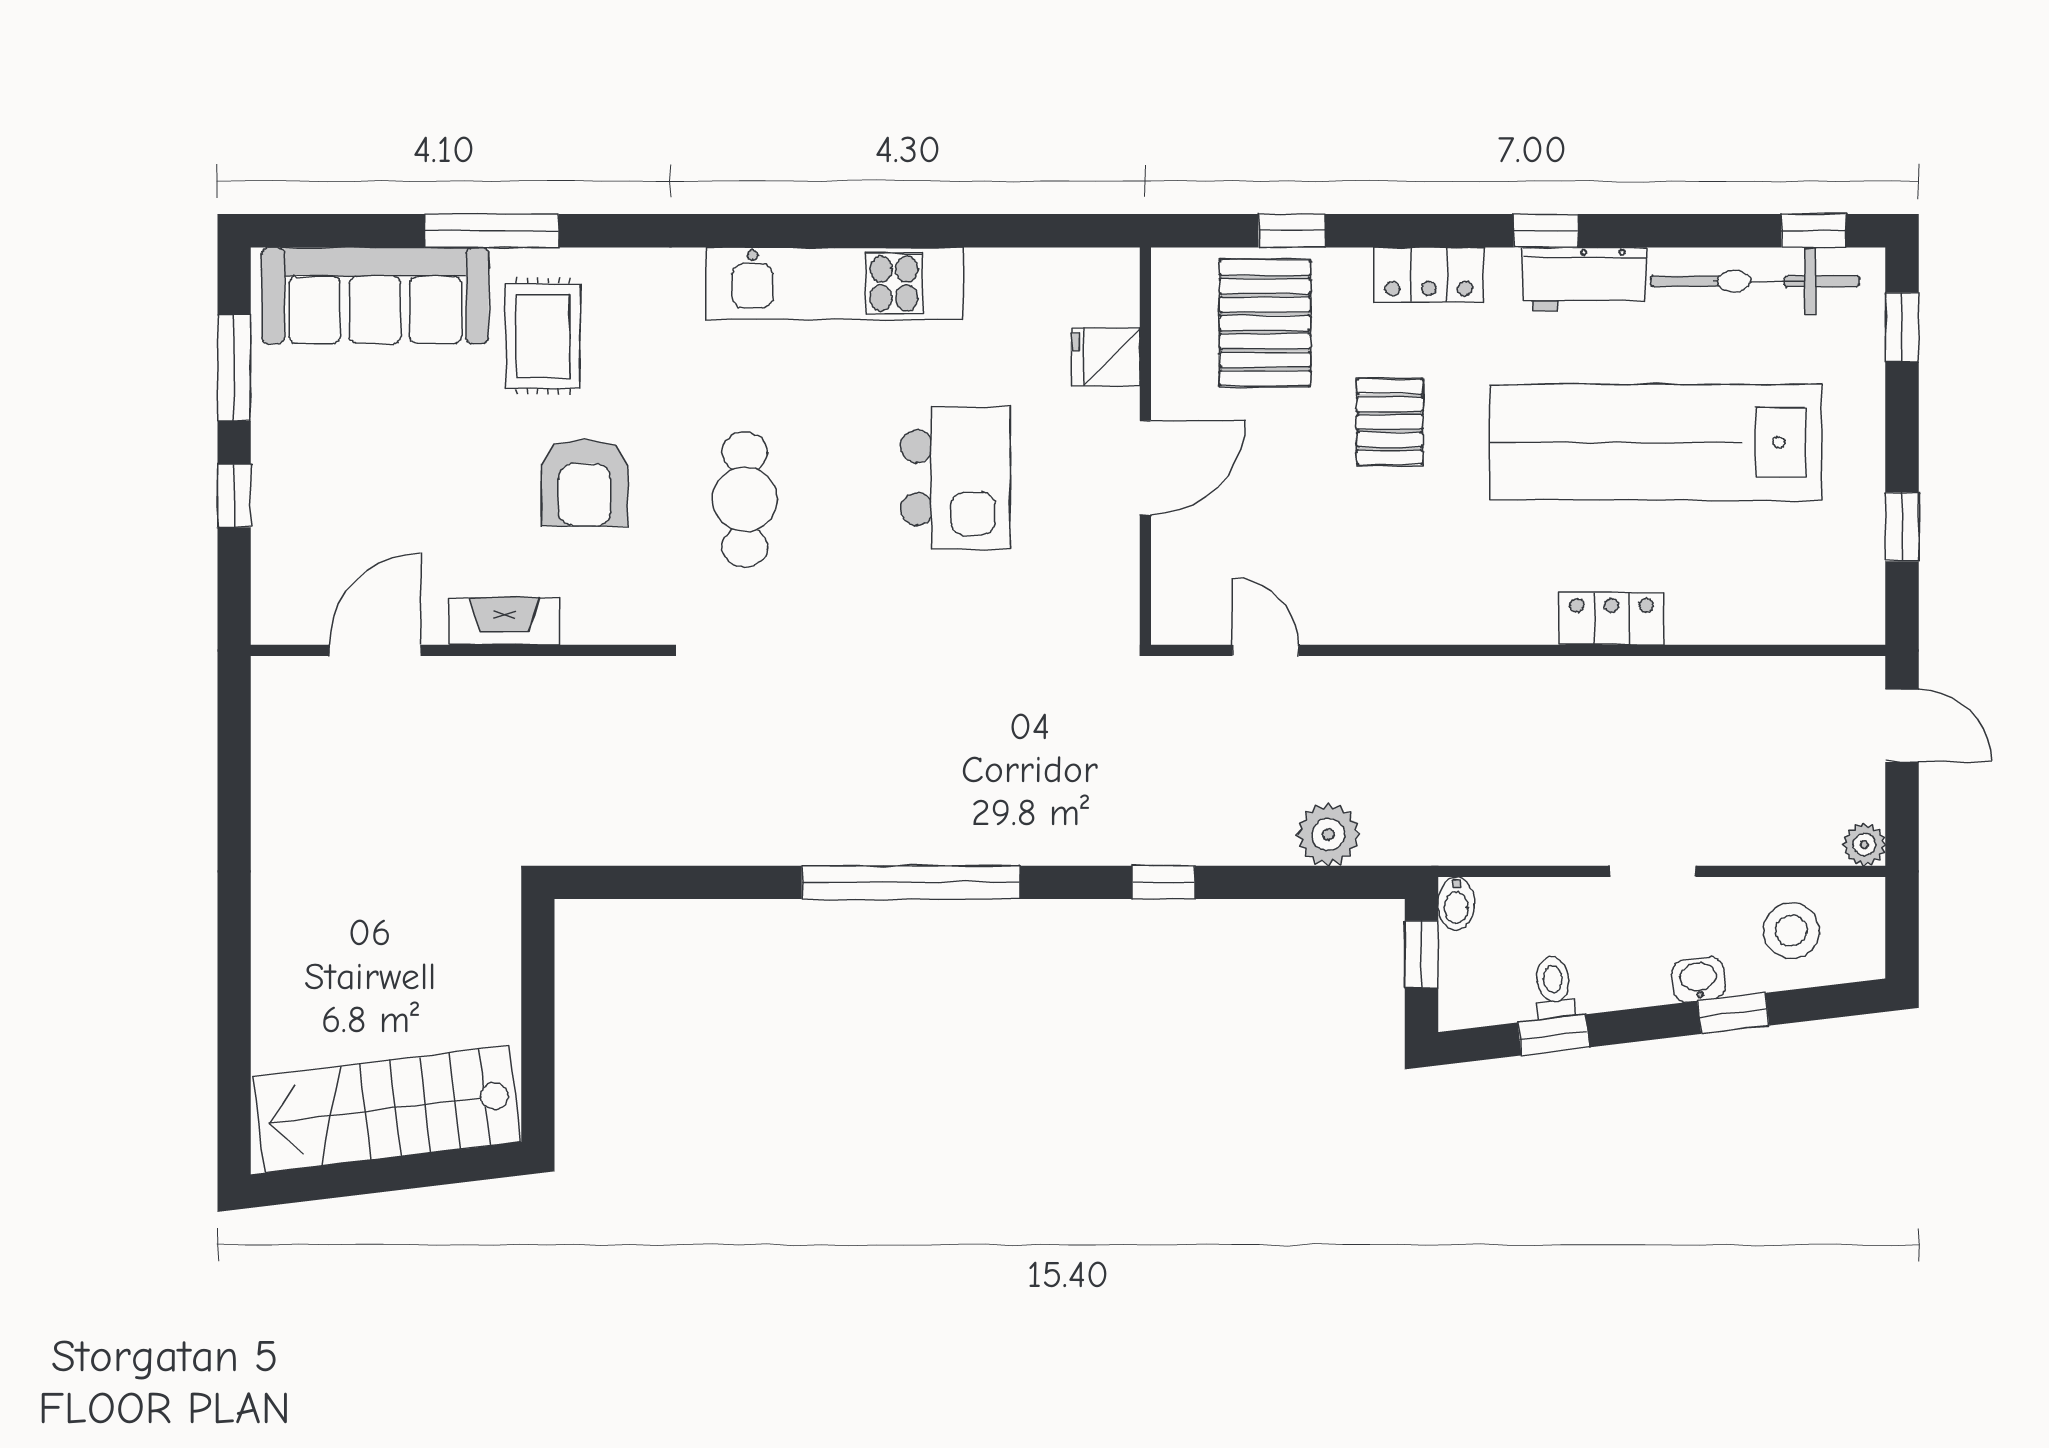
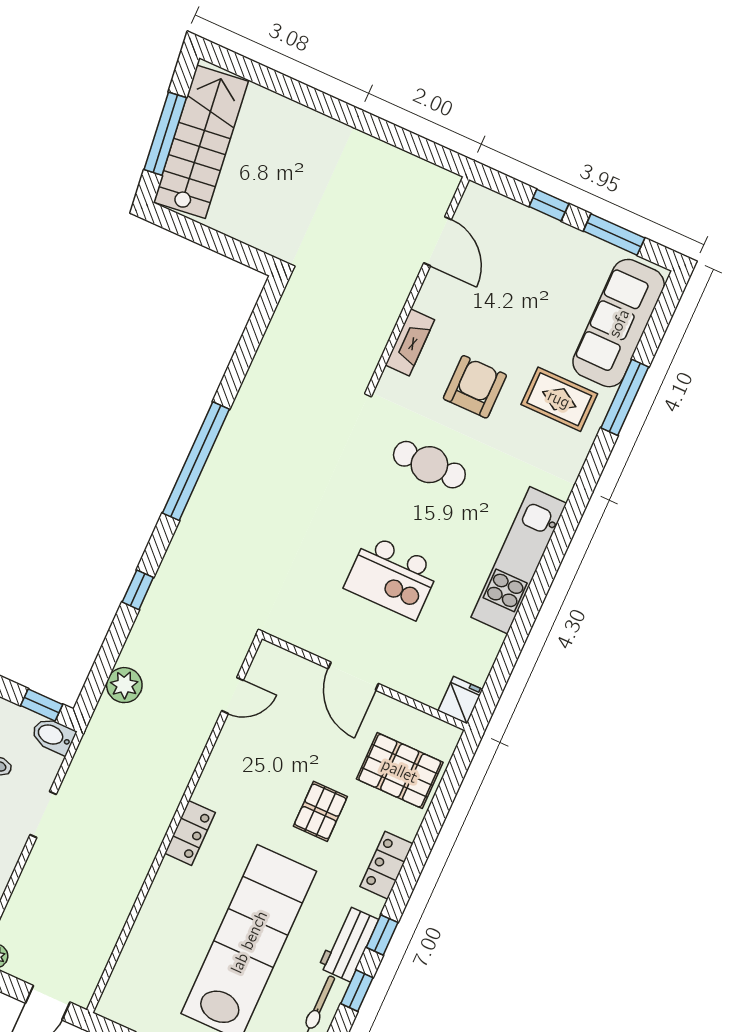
window: (1292, 231) -> (357, 991), moved
fridge: (1106, 357) -> (460, 700), moved
pallet: (1390, 422) -> (320, 811), turned 90
armchair: (585, 483) -> (475, 387), turned 90
locker: (1611, 619) -> (190, 833), moved
fireplace: (504, 621) -> (410, 342), moved
doorway: (1653, 871) -> (43, 814), moved
bidet: (1456, 904) -> (53, 736), width x1.38, depth x1.36
window: (400, 1173) -> (165, 134), added

